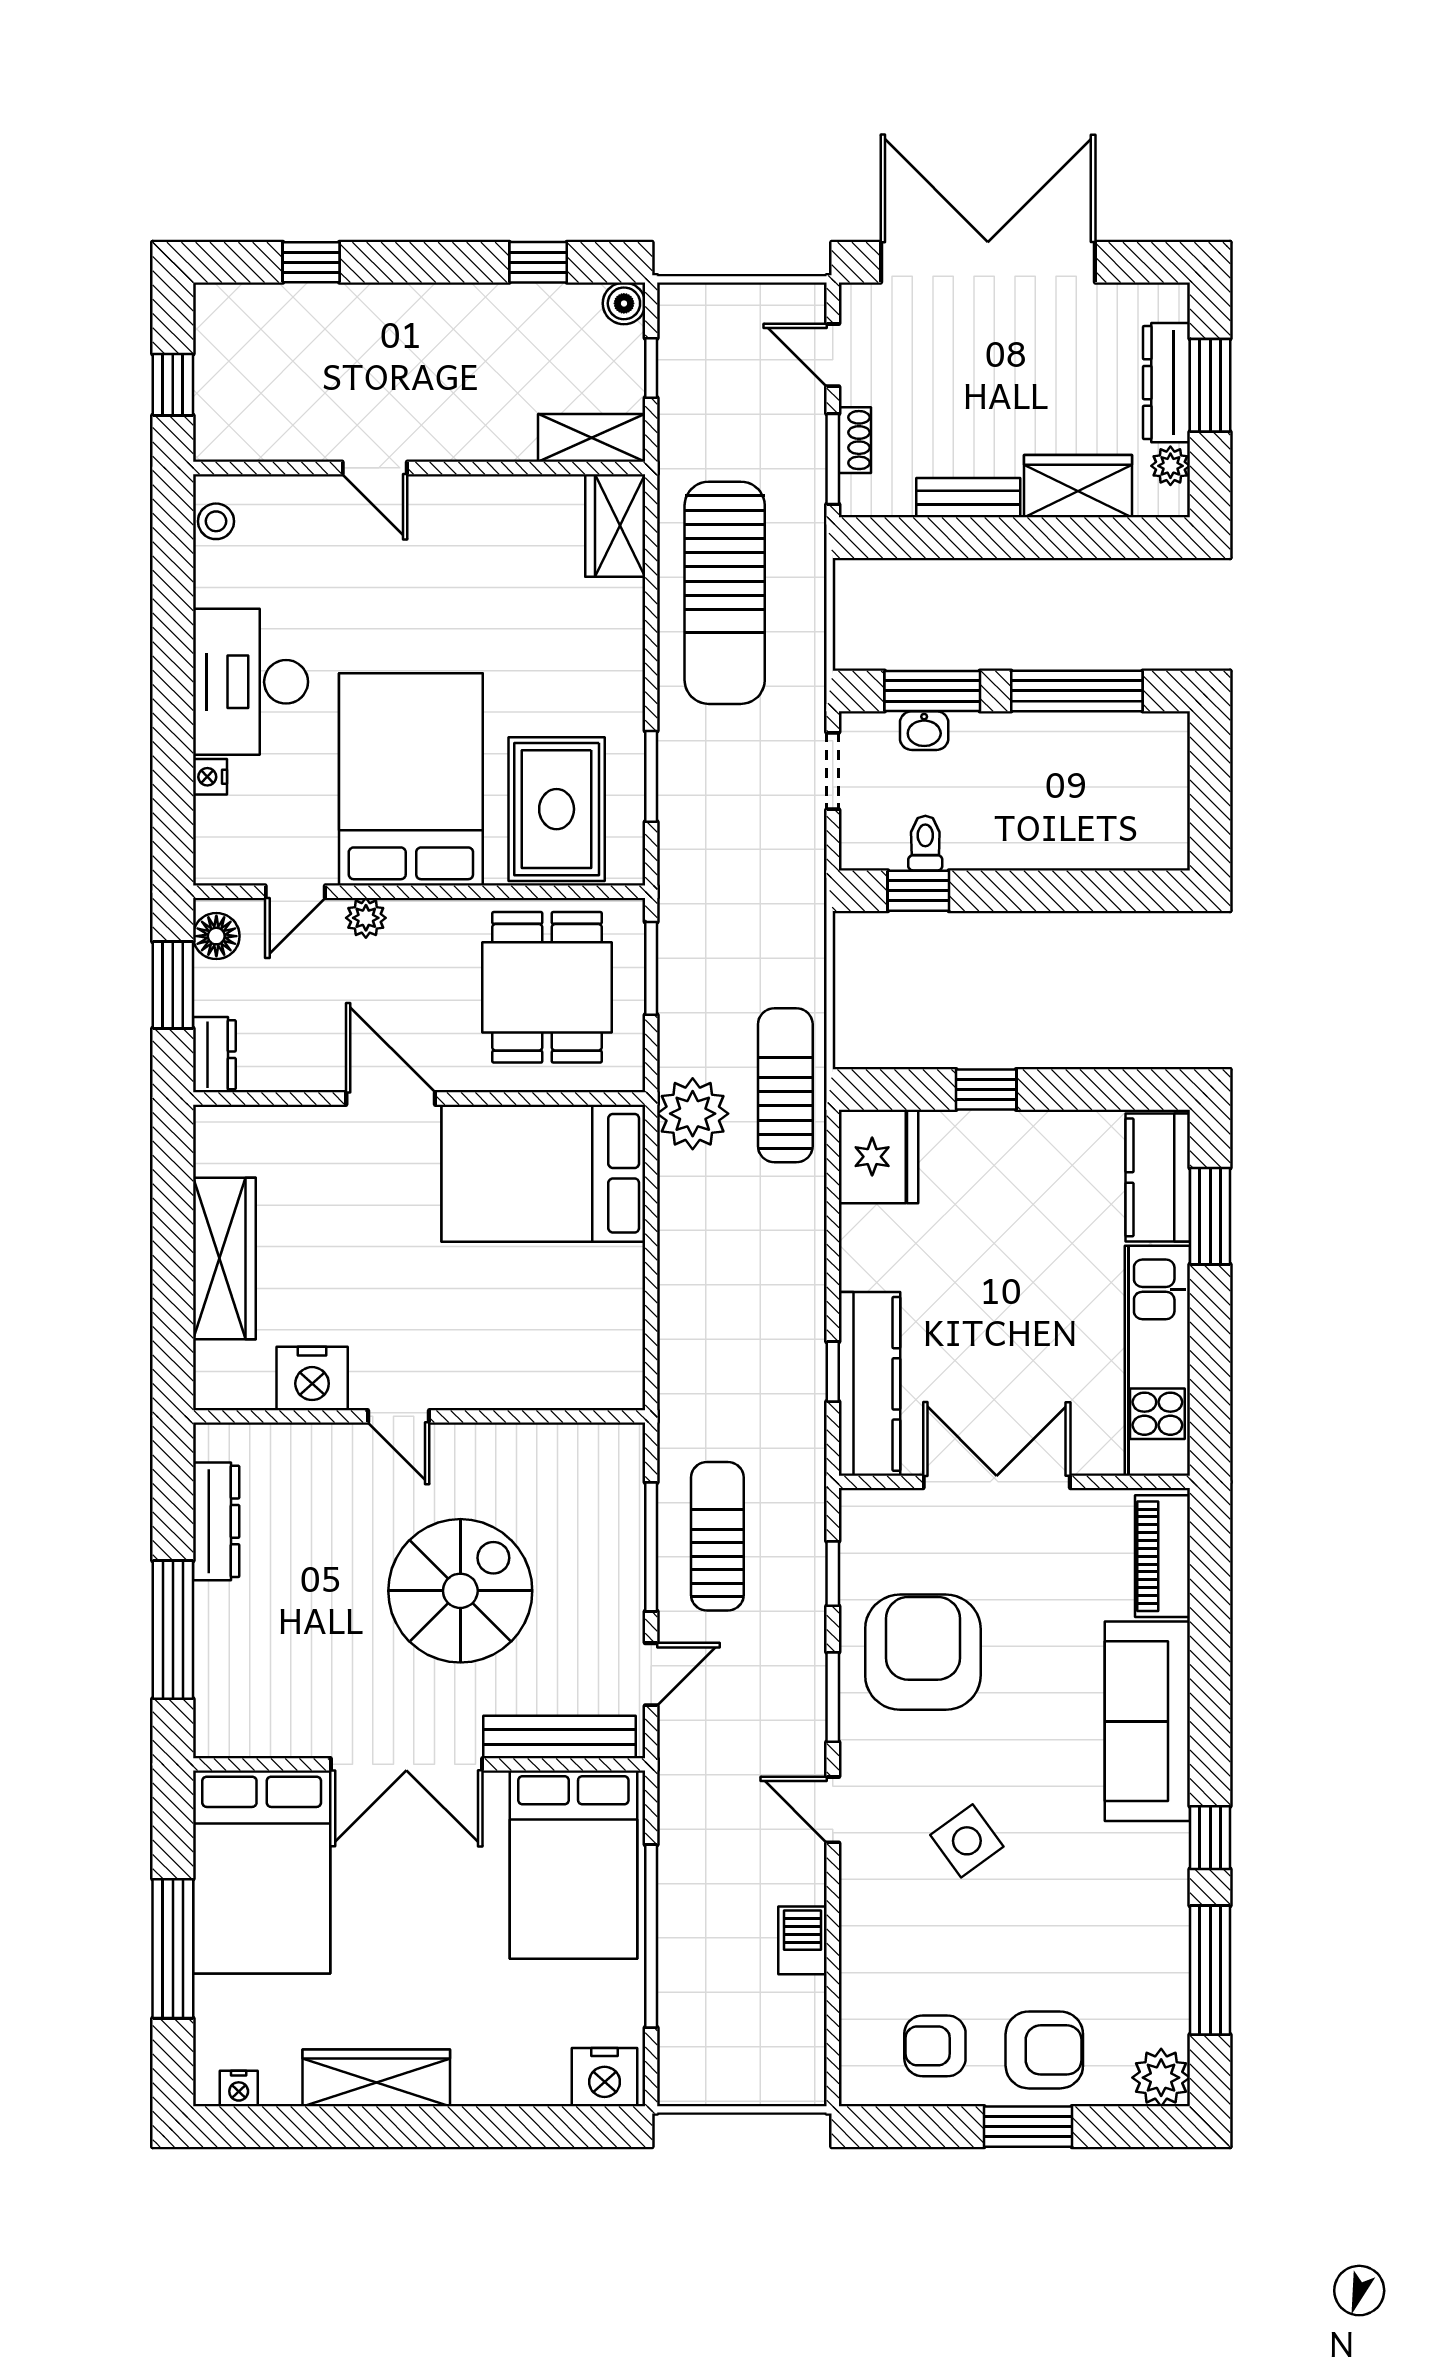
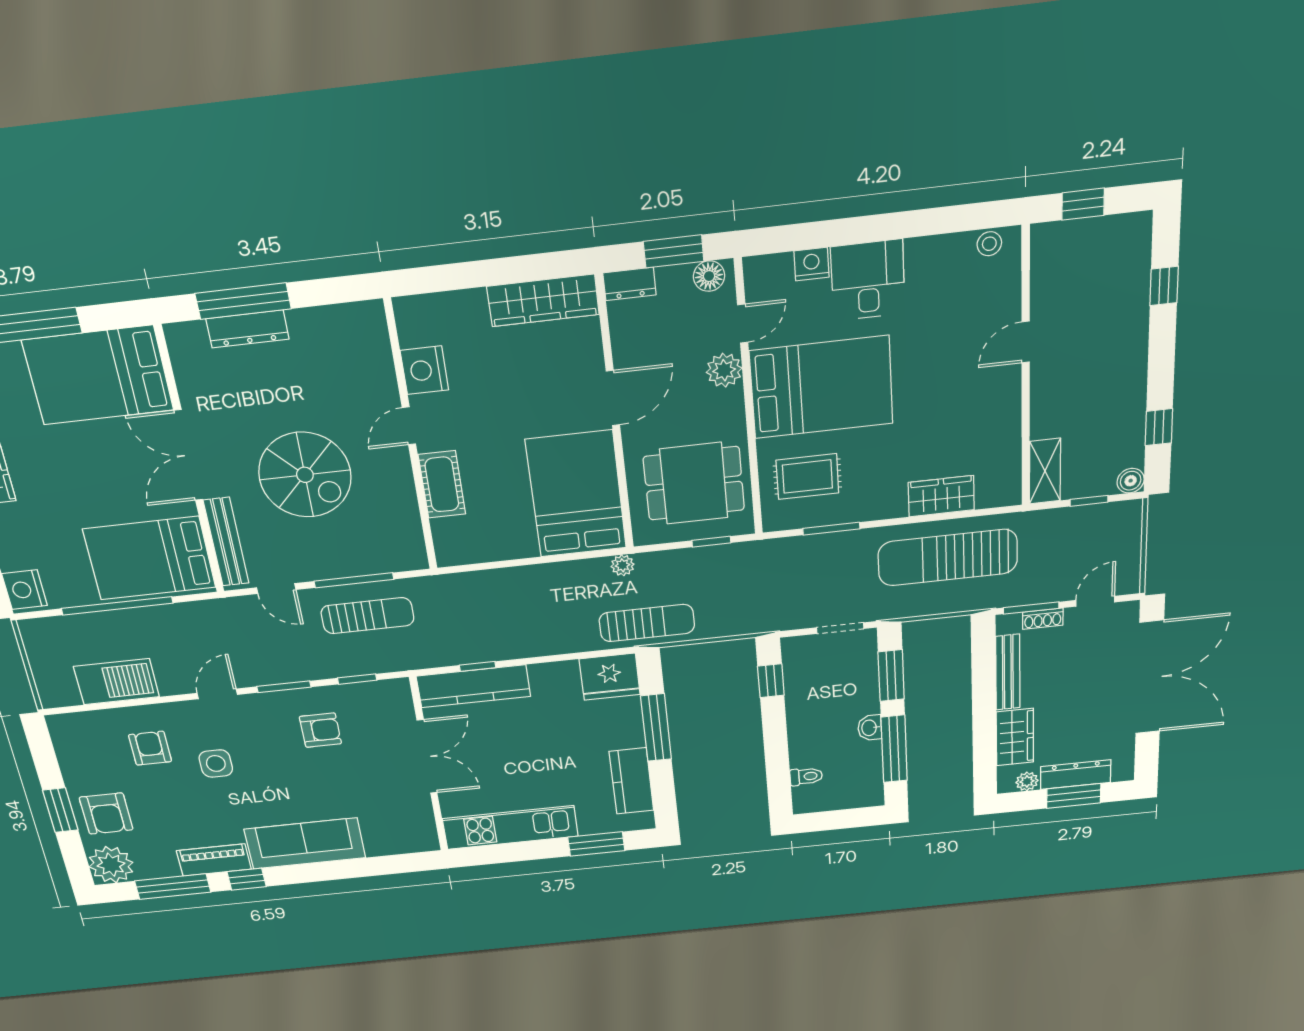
bench: (968, 498) -> (1008, 672), width x1.36
wardrobe: (615, 525) -> (941, 496), moved
desk: (250, 682) -> (868, 280), width x0.73
washbasin: (924, 731) -> (870, 728), moved
nightstand: (210, 777) -> (812, 264), width x1.39, depth x1.35
rug: (557, 809) -> (807, 477), width x0.73, depth x0.70
toilet: (925, 843) -> (806, 776), moved
door: (295, 892) -> (743, 324), swing flipped
plant: (366, 918) -> (724, 370), width x1.38, depth x1.38
window: (651, 968) -> (711, 542), width x0.67
window: (986, 1089) -> (656, 728), width x2.17
plant: (693, 1114) -> (623, 565), width x0.53, depth x0.53
kitchen counter: (1158, 1177) -> (631, 781), moved, turned -90
wardrobe: (224, 1258) -> (543, 300), moved
cot: (502, 1381) -> (442, 484), added
dresser: (216, 1521) -> (247, 329), moved
piano: (1163, 1556) -> (214, 860), moved
armchair: (923, 1652) -> (320, 730), width x0.53, depth x0.53
side table: (967, 1841) -> (216, 763), turned 36
barbecue: (803, 1940) -> (117, 682), width x1.88, depth x1.53
armchair: (935, 2046) -> (150, 748), moved
plant: (1161, 2078) -> (111, 865), width x1.36, depth x1.36

